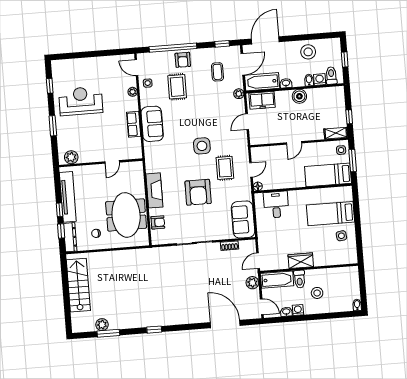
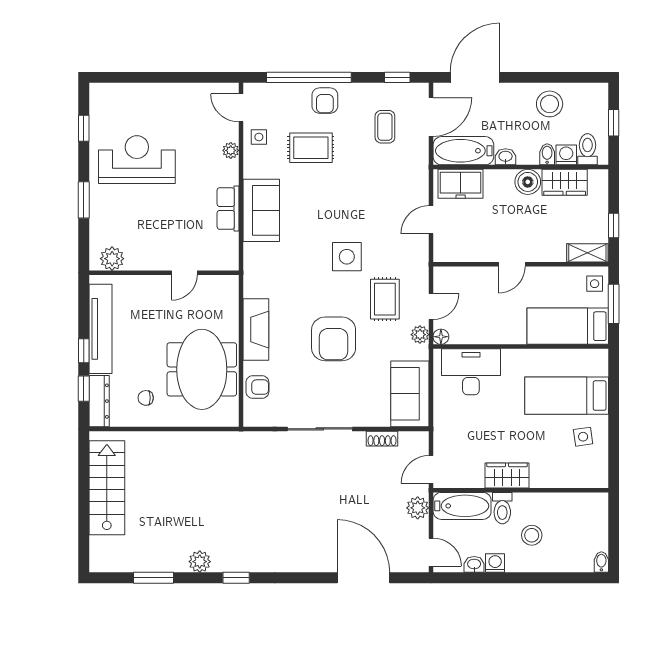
rug: (177, 87) -> (311, 148), turned 90
plant: (239, 94) -> (420, 335), moved
wardrobe: (320, 95) -> (565, 182), added
desk: (276, 205) -> (471, 372), width x1.37
plant: (102, 325) -> (200, 562), moved

